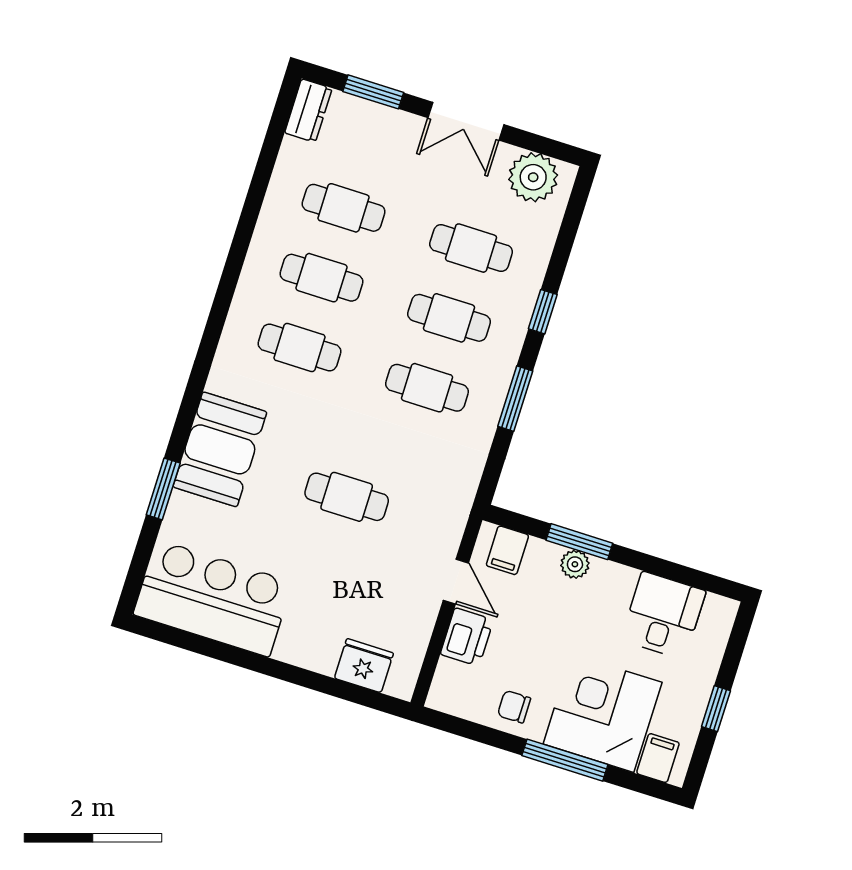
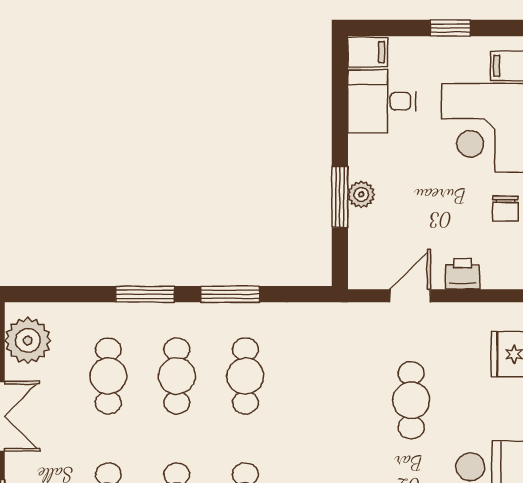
window: (543, 312) -> (145, 294), width x1.50
cafe table: (347, 497) -> (411, 400), moved
filing cabinet: (507, 550) -> (368, 52), moved
printer: (467, 637) -> (463, 274), width x0.73, depth x0.81

